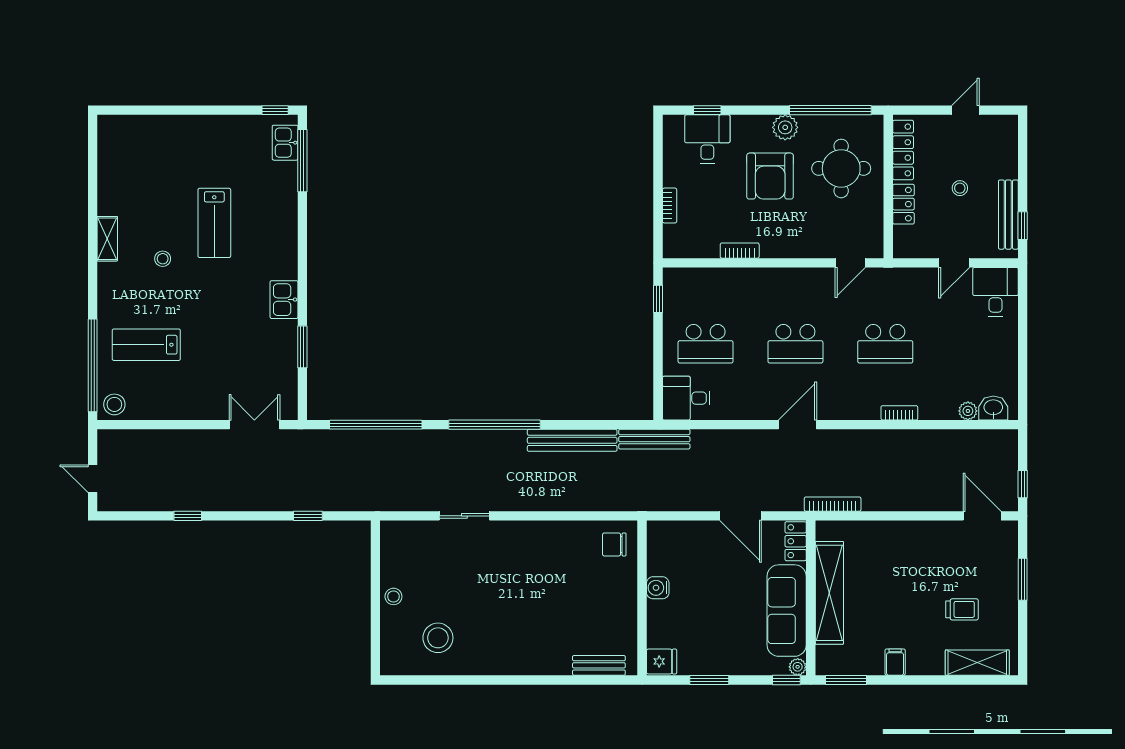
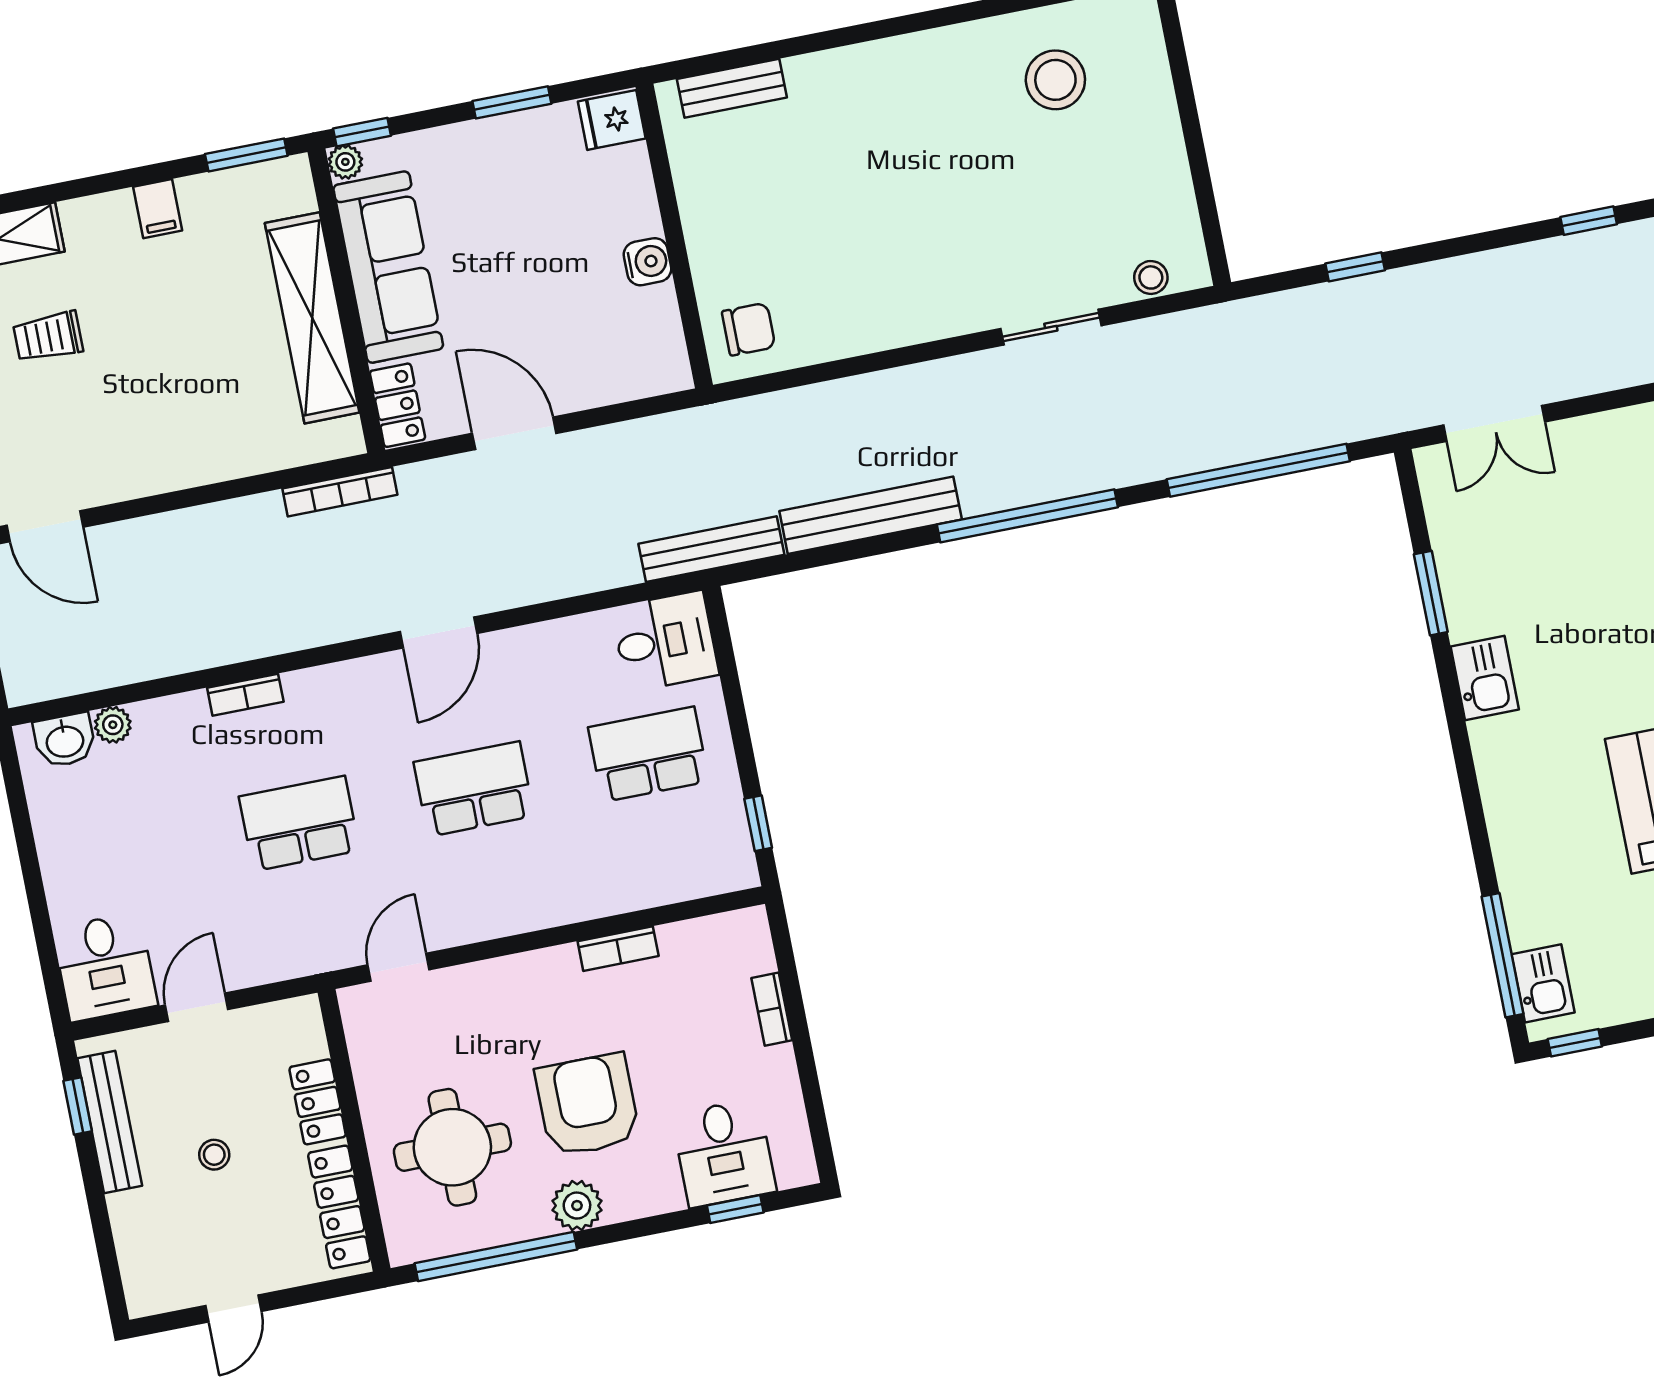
stool: (393, 596) -> (1151, 277), moved

